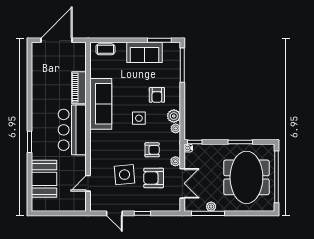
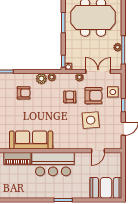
side table: (139, 118) -> (113, 92), moved
armchair: (154, 178) -> (93, 96), turned -90
booth: (44, 179) -> (106, 188), moved
door: (88, 183) -> (98, 151), hinge flipped

